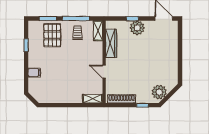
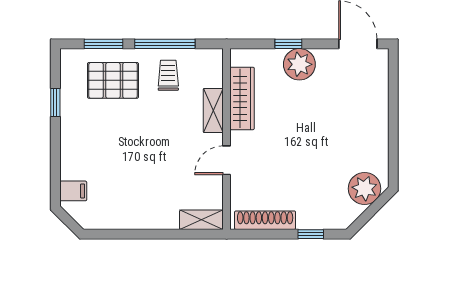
shelving: (98, 31) -> (213, 111), moved
pallet: (52, 35) -> (113, 80), turned 90
door: (104, 72) -> (227, 160), hinge flipped
filing cabinet: (34, 73) -> (73, 191), moved
plant: (159, 92) -> (365, 189), moved

